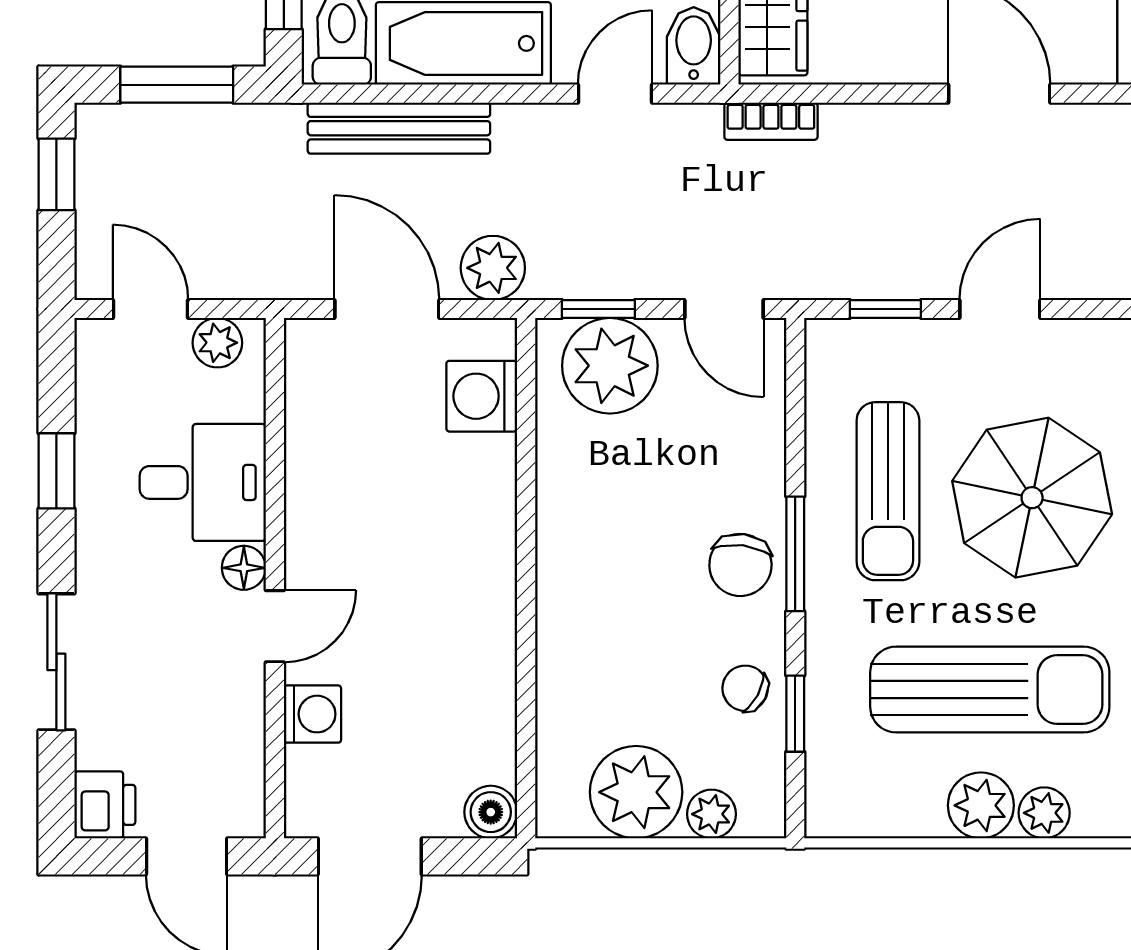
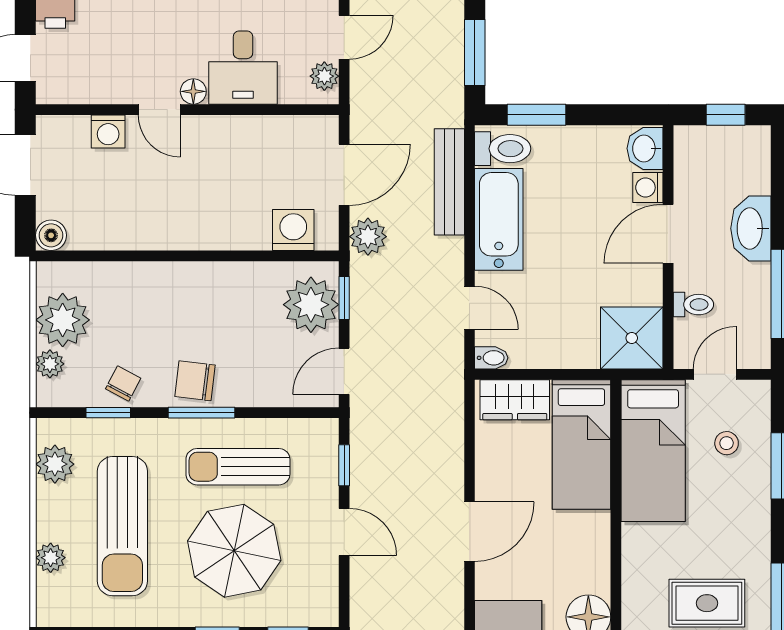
bidet: (694, 46) -> (491, 358), width x0.72, depth x0.74
bookcase: (771, 121) -> (453, 399), removed
plant: (981, 805) -> (55, 464), moved

